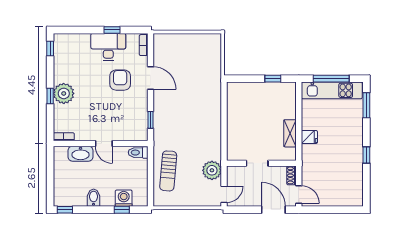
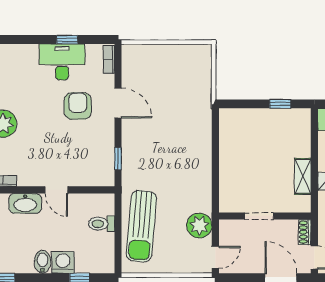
toilet: (138, 153) -> (102, 224), moved
sun lounger: (168, 171) -> (141, 226), width x1.36, depth x1.34
washing machine: (124, 198) -> (63, 262), moved

